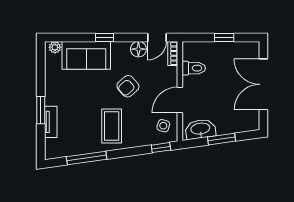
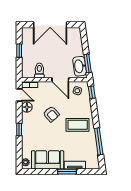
sofa: (86, 55) -> (48, 160), moved, turned -90
window: (222, 139) -> (88, 63), moved

